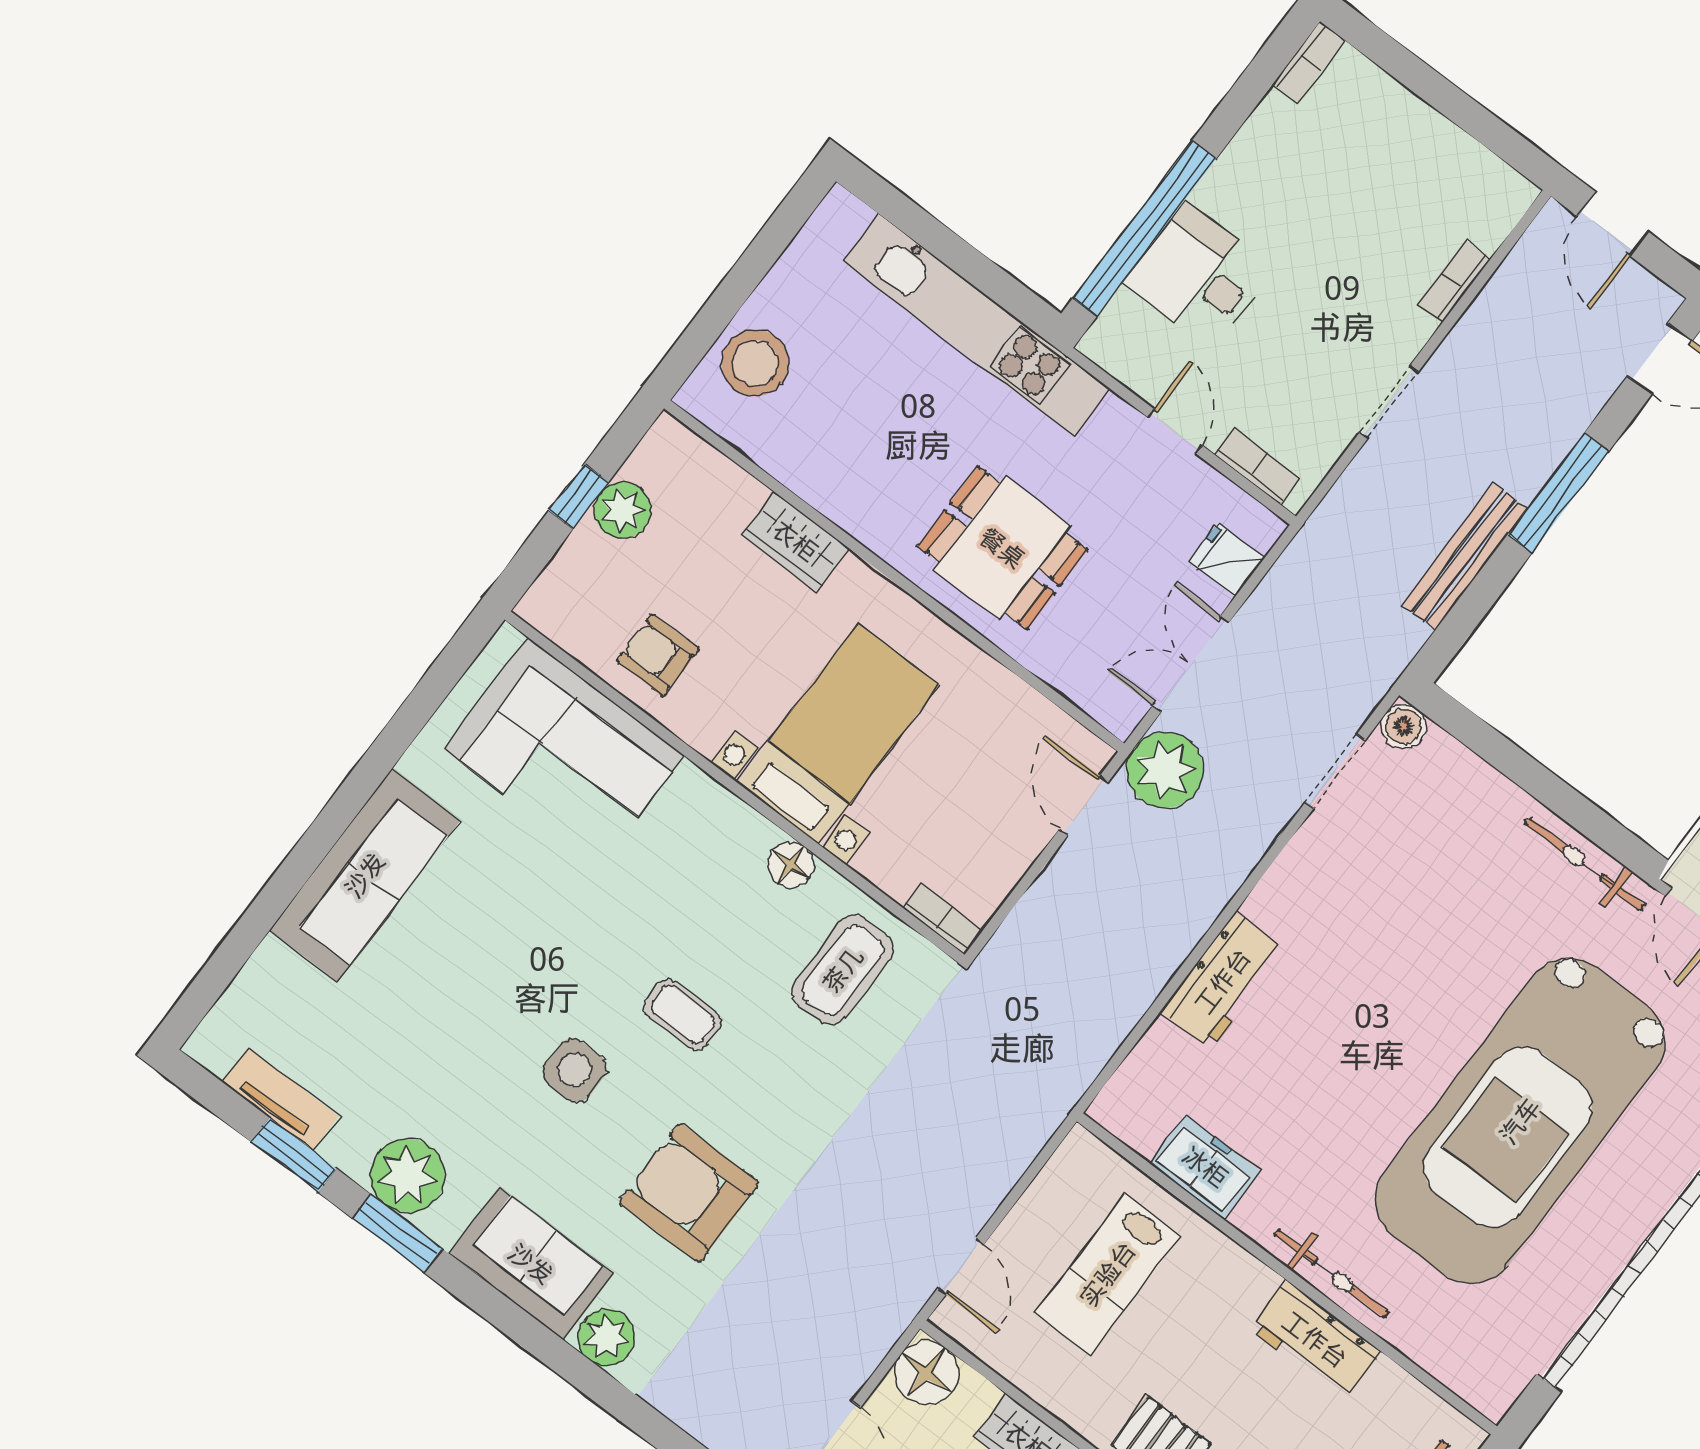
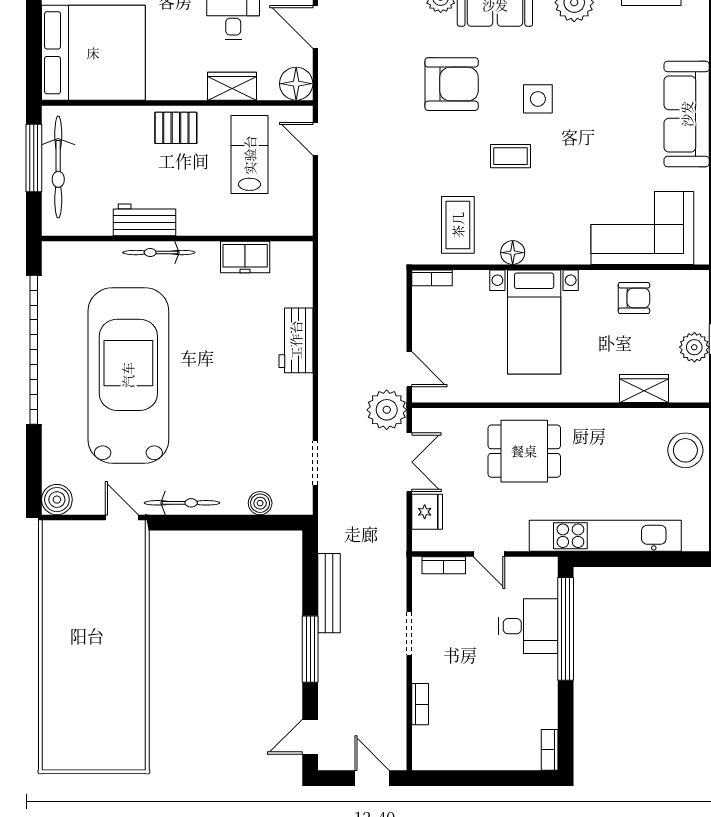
wardrobe: (795, 541) -> (644, 389), moved
fridge: (1227, 560) -> (427, 512), width x1.38
boiler: (1404, 726) -> (260, 503), moved
lab bench: (1108, 1274) -> (250, 155), moved

